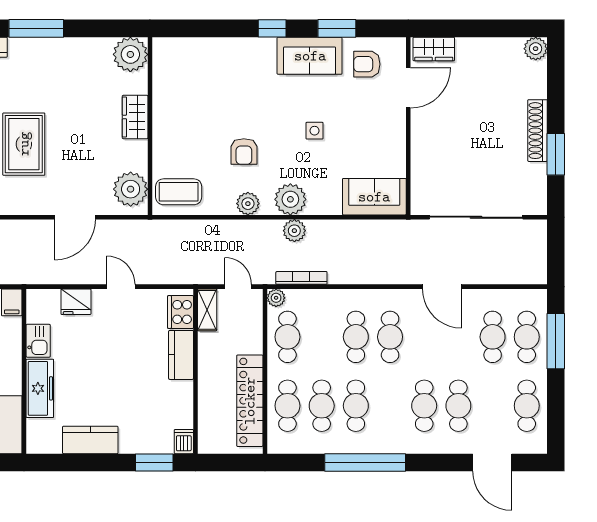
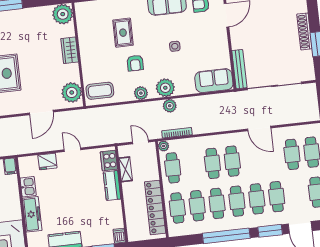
rug: (229, 97) -> (123, 33), added
bench: (420, 182) -> (239, 69), added
shelving: (207, 310) -> (126, 169), moved
cafe table: (390, 406) -> (237, 201), added
window: (441, 462) -> (270, 231), added

